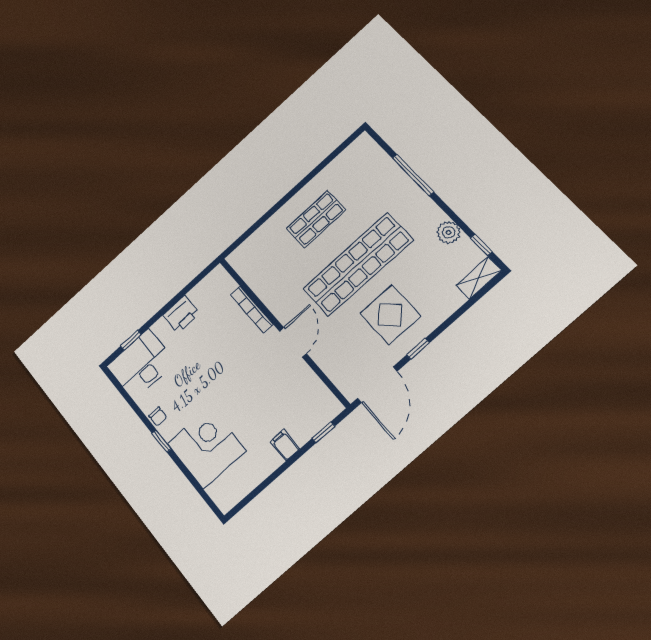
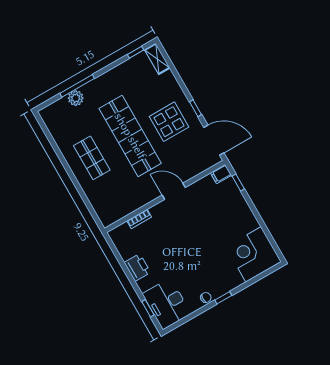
plant: (449, 232) -> (76, 98), moved
bookcase: (252, 309) -> (139, 219), width x0.64
filing cabinet: (285, 445) -> (221, 174), moved
corner desk: (207, 447) -> (253, 254), moved

